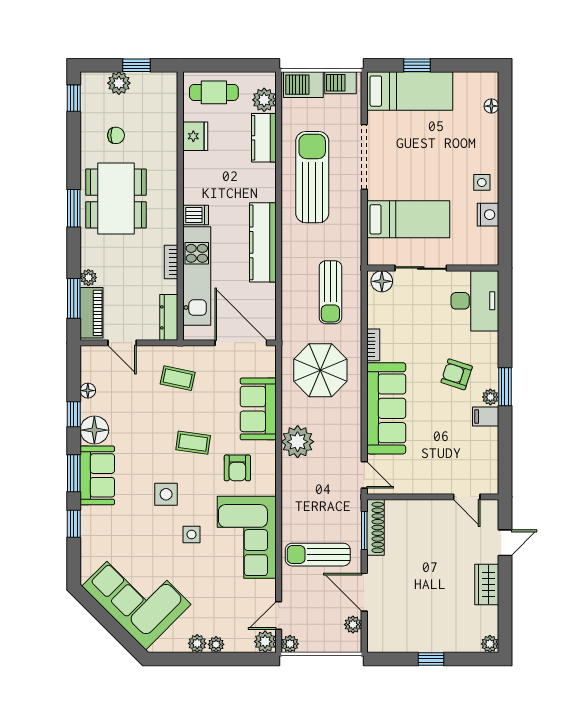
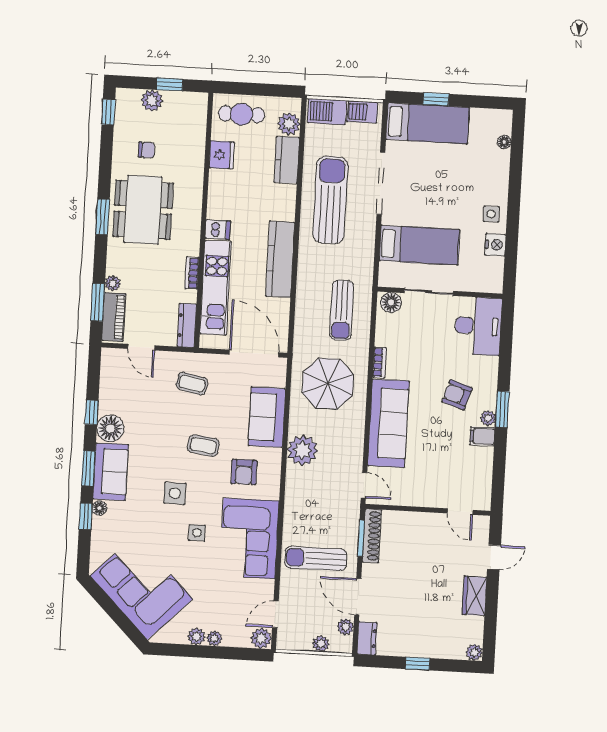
floor lamp: (88, 391) -> (100, 508), moved
dresser: (376, 635) -> (367, 638), added
plant: (290, 644) -> (321, 644), moved

